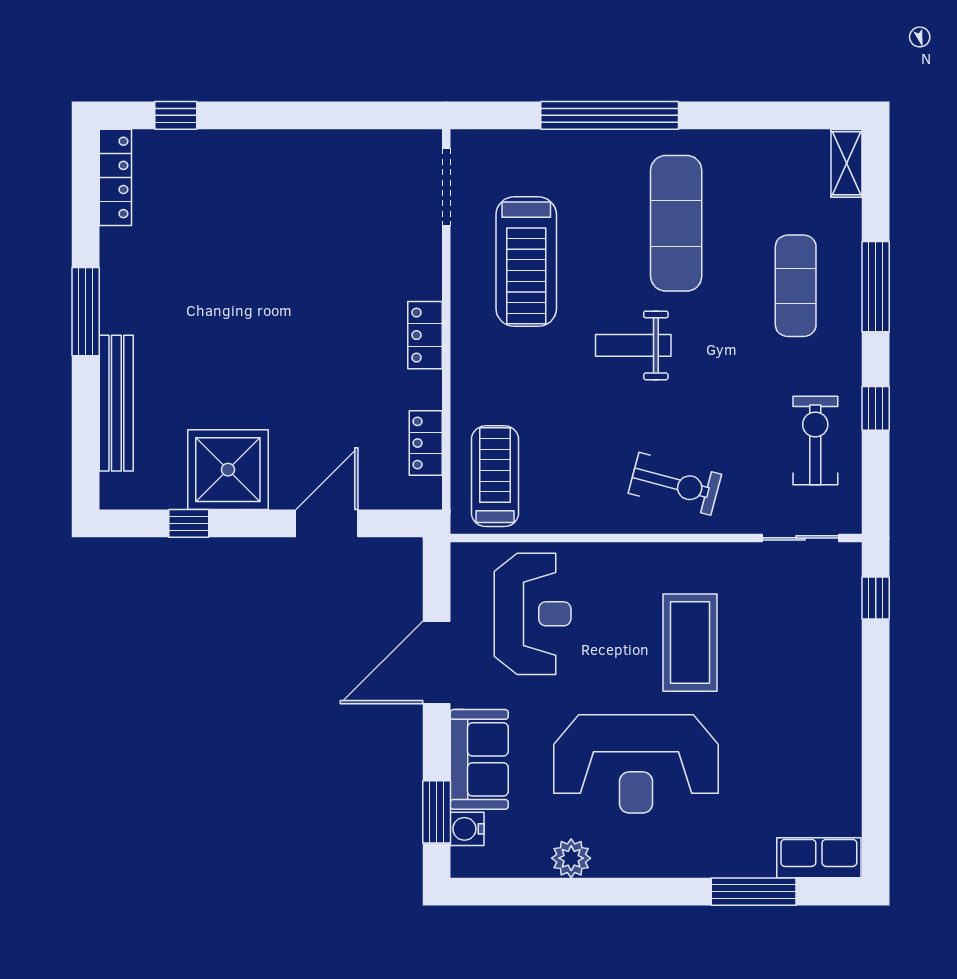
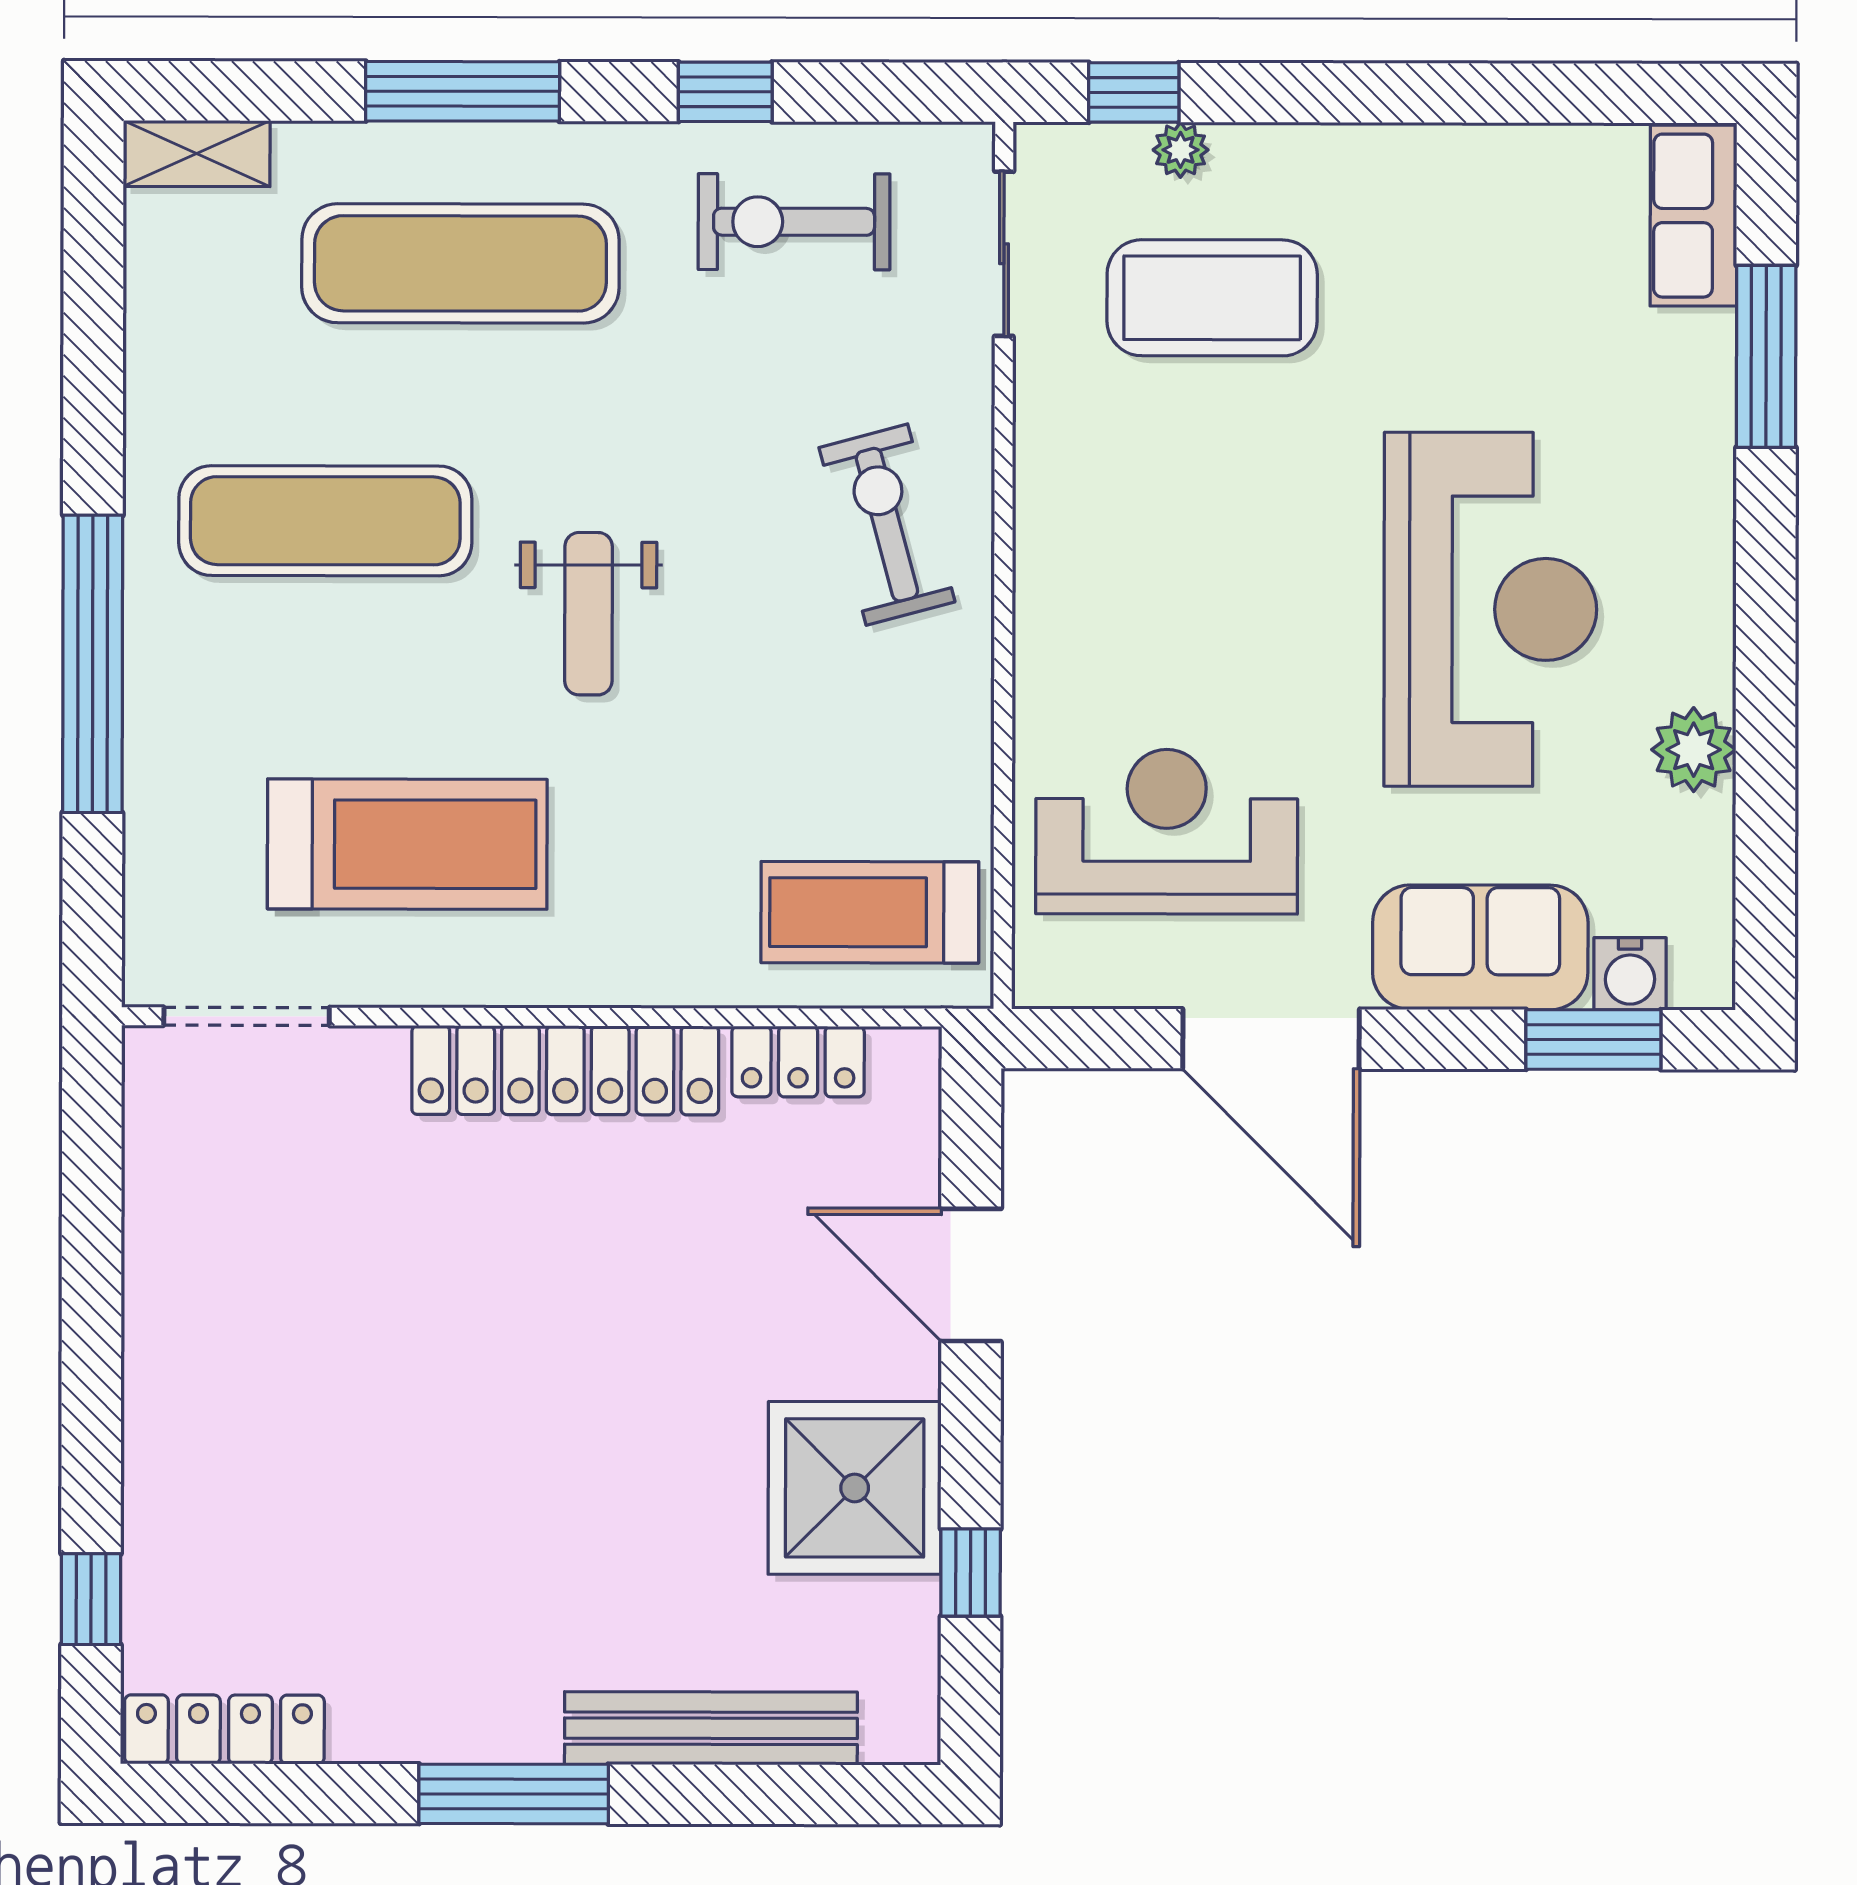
exercise mat: (796, 286) -> (460, 263), width x1.36, depth x1.45
locker: (425, 335) -> (565, 1070), width x2.16, depth x1.21
exercise bike: (675, 484) -> (887, 525), turned -30
plant: (849, 620) -> (1181, 150), added
coffee table: (690, 643) -> (1212, 298), moved

